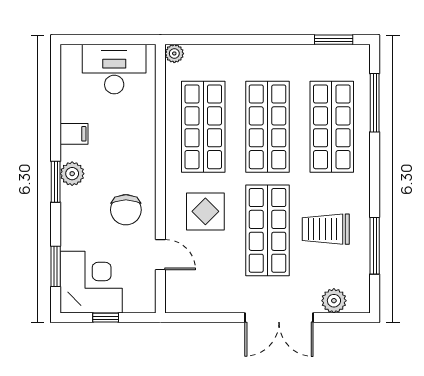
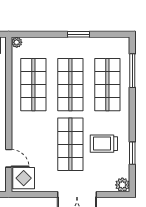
window: (334, 40) -> (79, 34), moved
display table: (205, 211) -> (24, 178), moved
window: (375, 246) -> (132, 153), width x0.69
plant: (334, 301) -> (122, 185), moved

